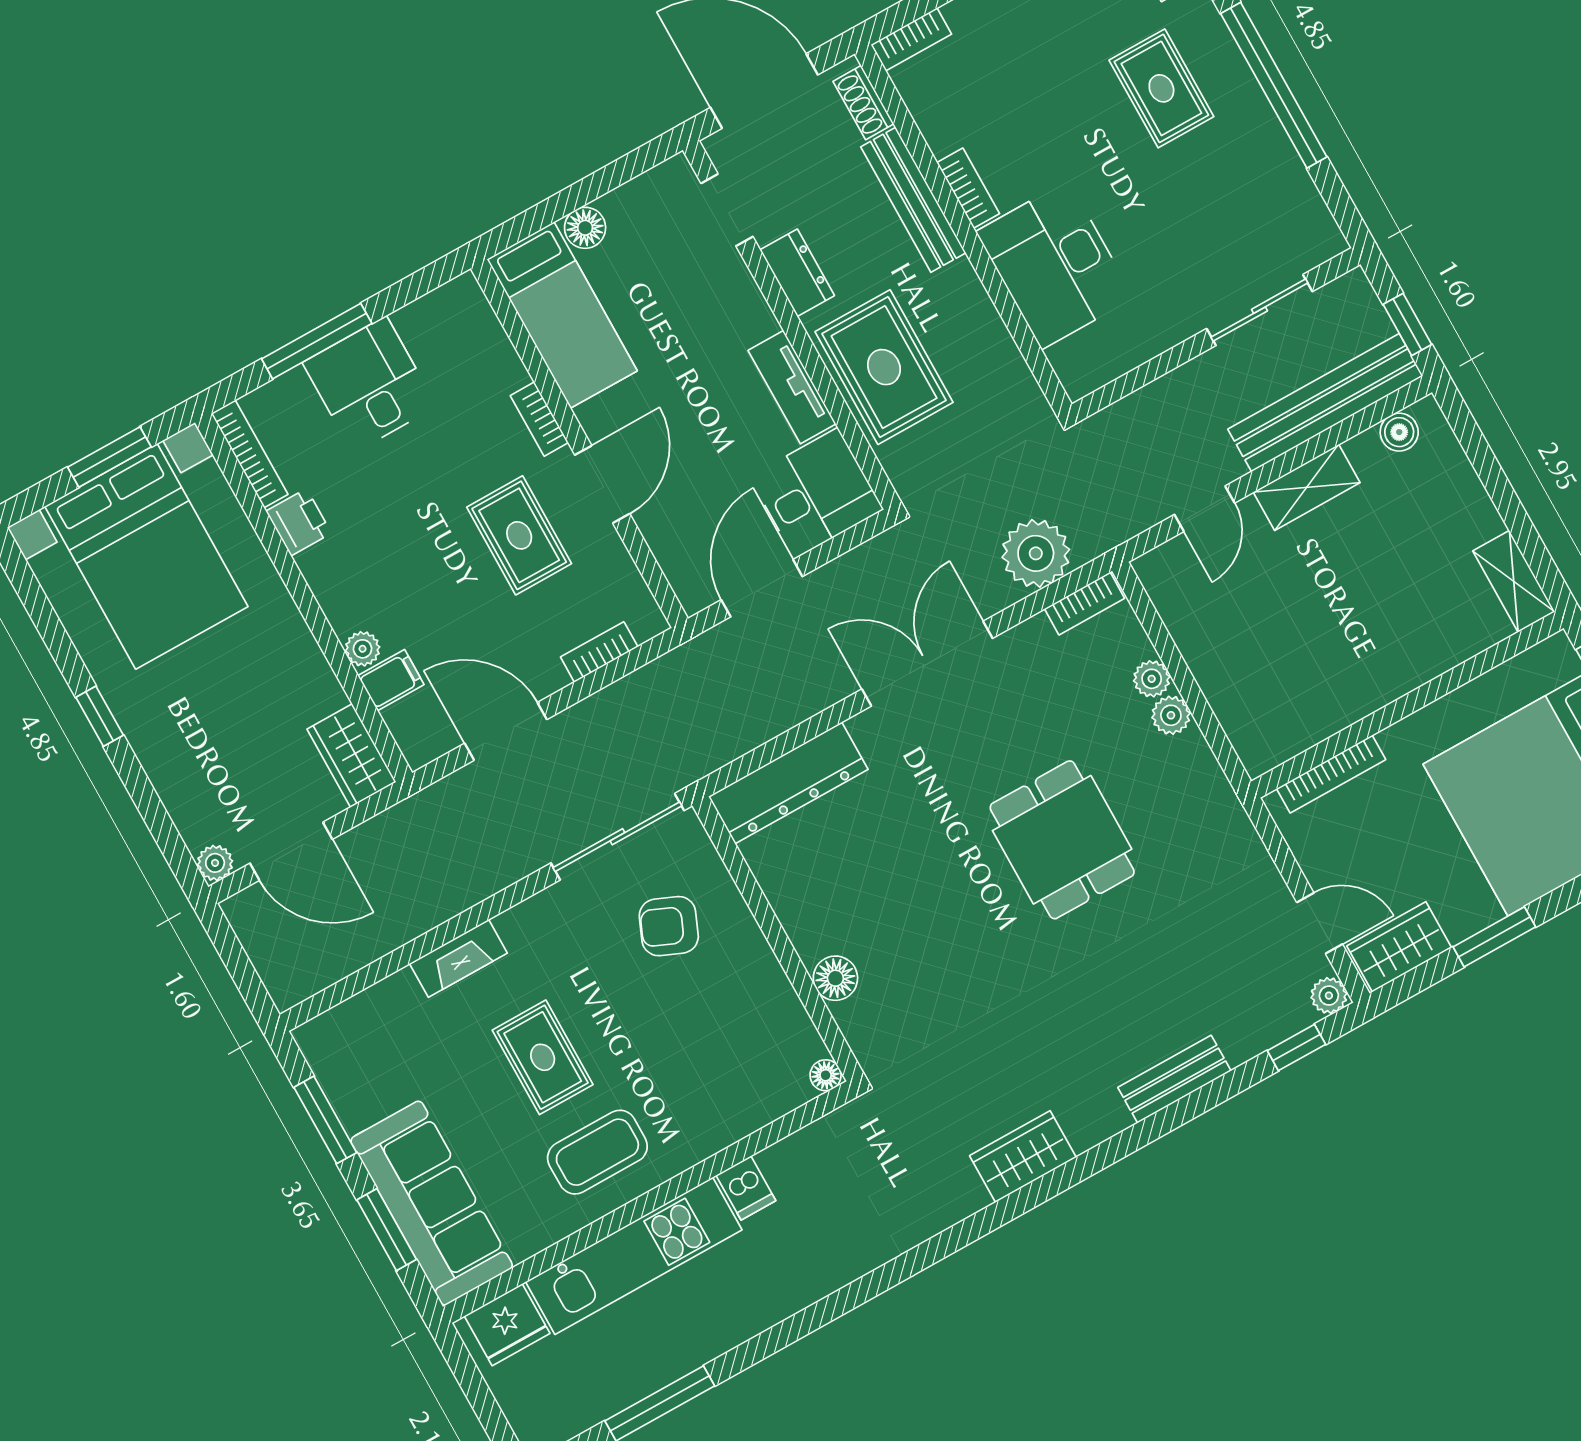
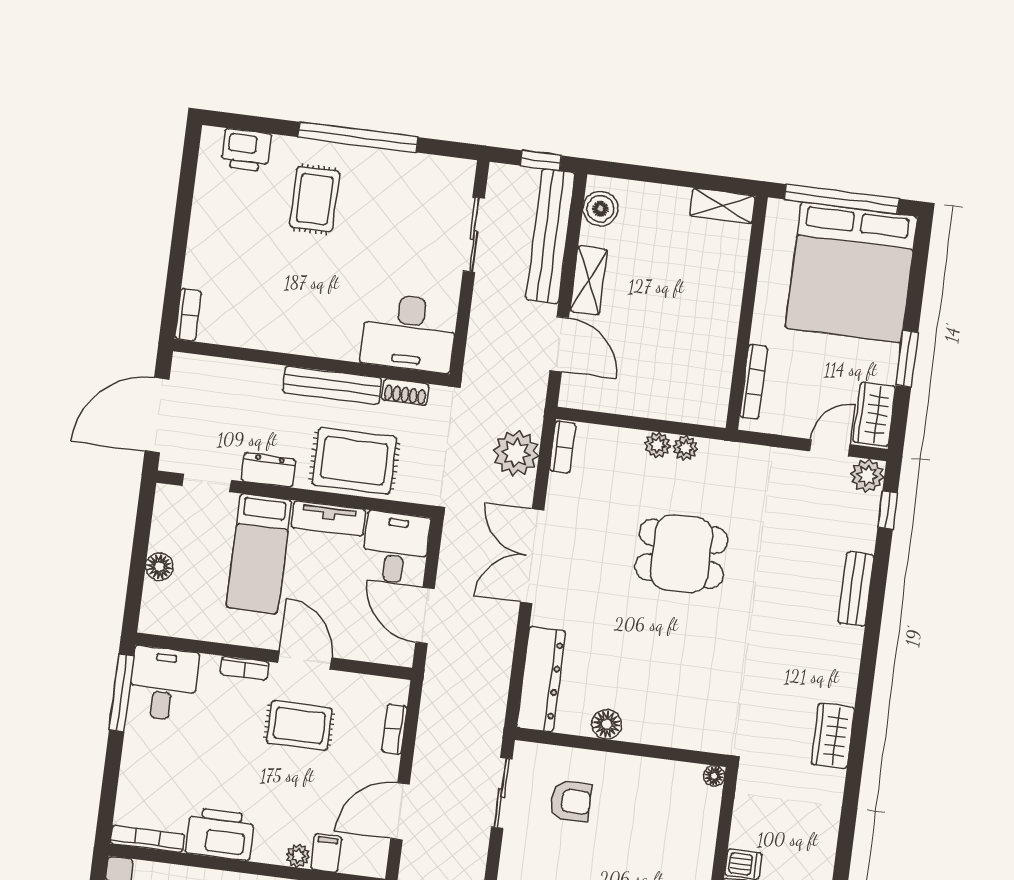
rug: (1161, 88) -> (315, 199), turned 90
shoe rack: (863, 103) -> (405, 392), moved
bookcase: (968, 188) -> (291, 344), removed
bench: (913, 200) -> (332, 385), moved
desk: (1055, 265) -> (409, 333), moved
bed: (562, 315) -> (259, 554), moved, turned 90
window: (317, 341) -> (122, 693), moved
desk: (370, 384) -> (163, 684), moved, turned 90
boiler: (1399, 432) -> (600, 209), width x1.36, depth x1.36
door: (1205, 509) -> (559, 344), width x1.38
printer: (299, 522) -> (220, 834), width x1.87, depth x1.48
plant: (1152, 679) -> (685, 448), moved
sliding door: (617, 837) -> (502, 793), width x0.73
armchair: (669, 926) -> (571, 801), turned -113
floor lamp: (835, 978) -> (607, 724), moved
plant: (1329, 996) -> (867, 476), width x1.38, depth x1.38
wardrobe: (1023, 1157) -> (833, 736), moved

